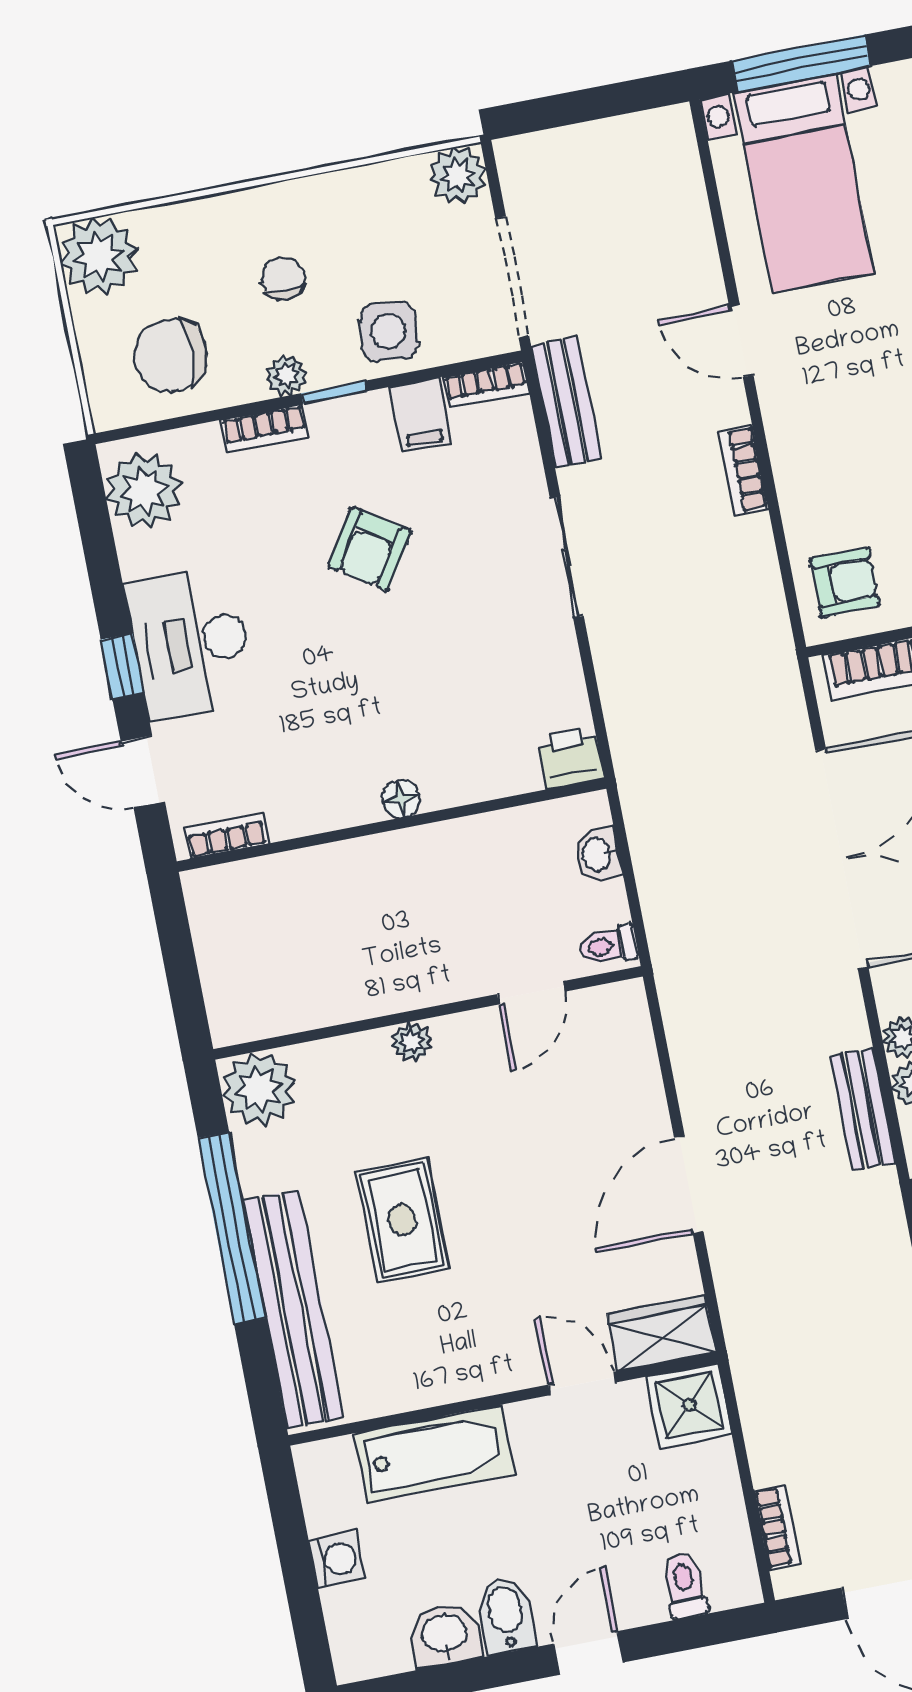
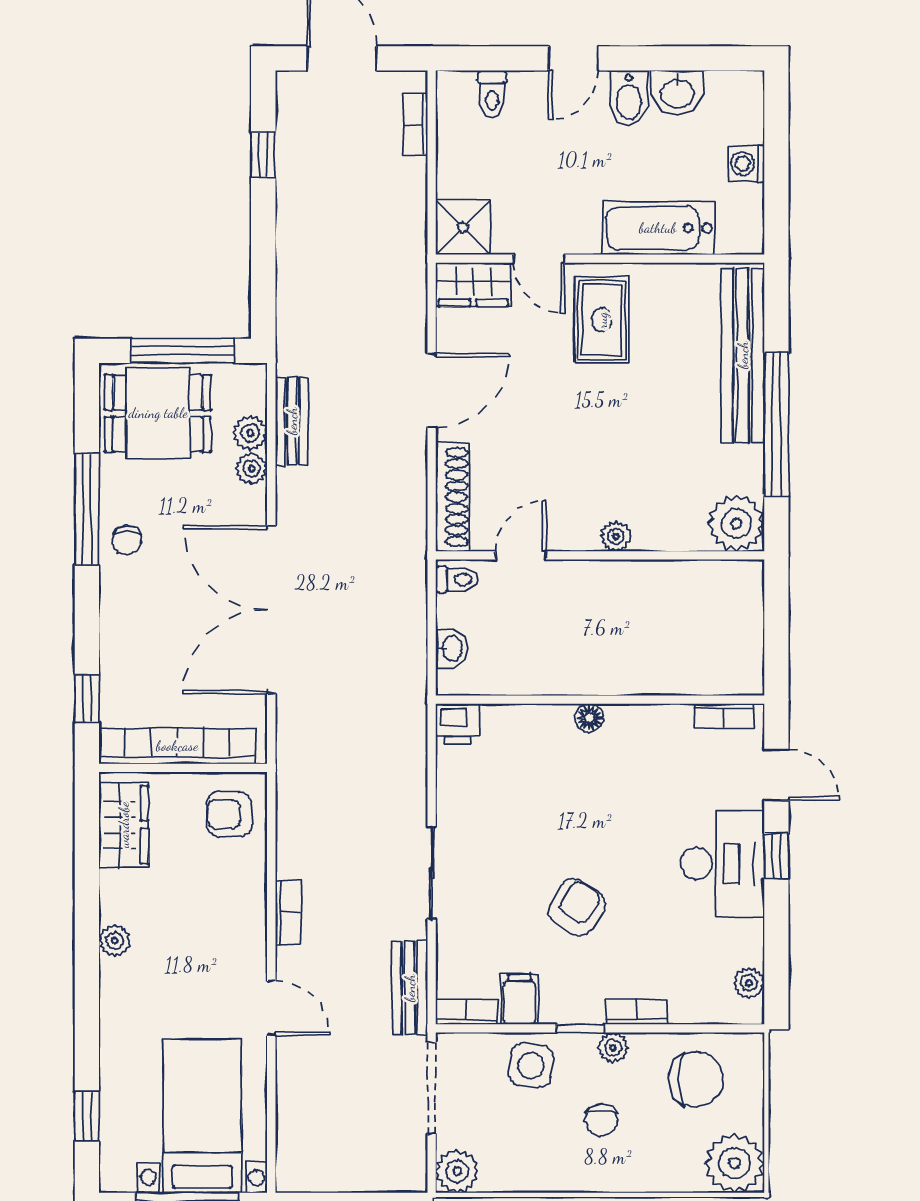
plant: (144, 491) -> (749, 983), width x0.53, depth x0.53
shoe rack: (635, 1051) -> (452, 497), added
rug: (403, 1220) -> (602, 320), moved

